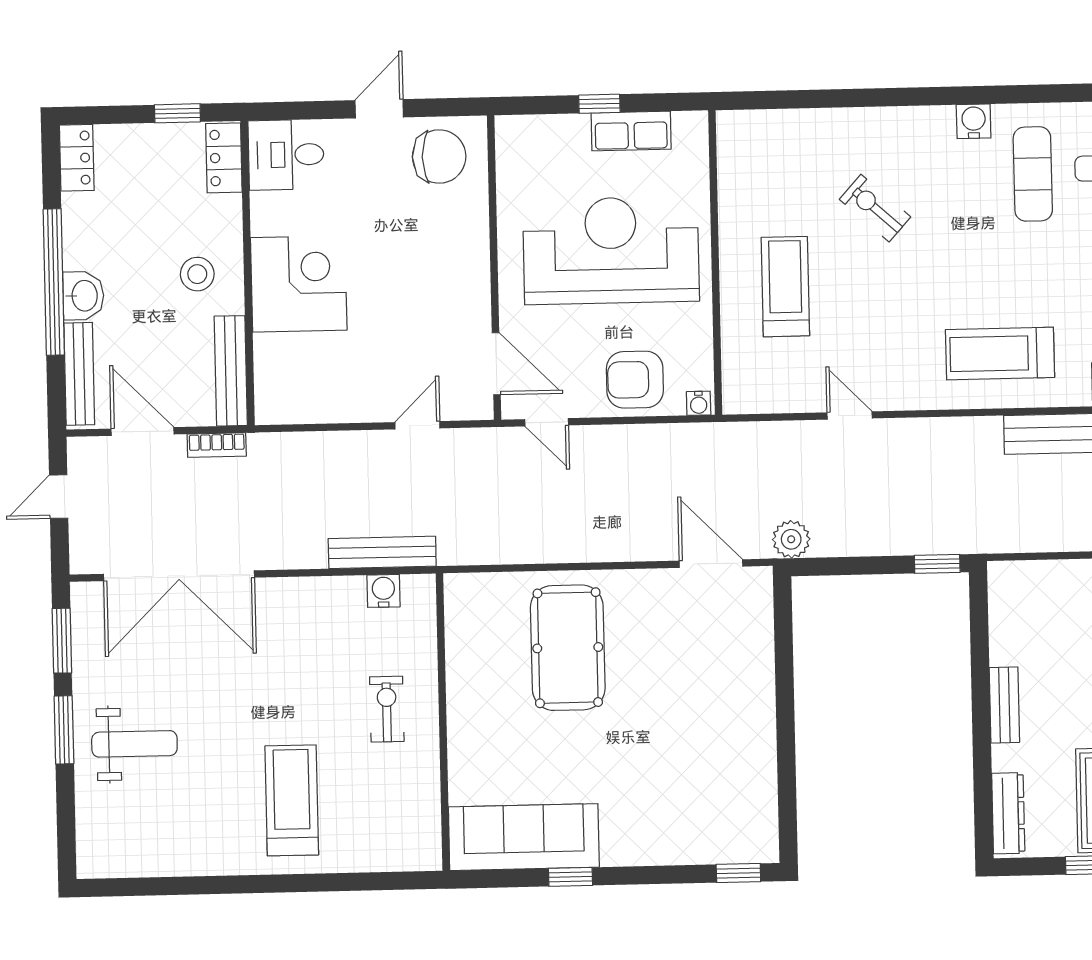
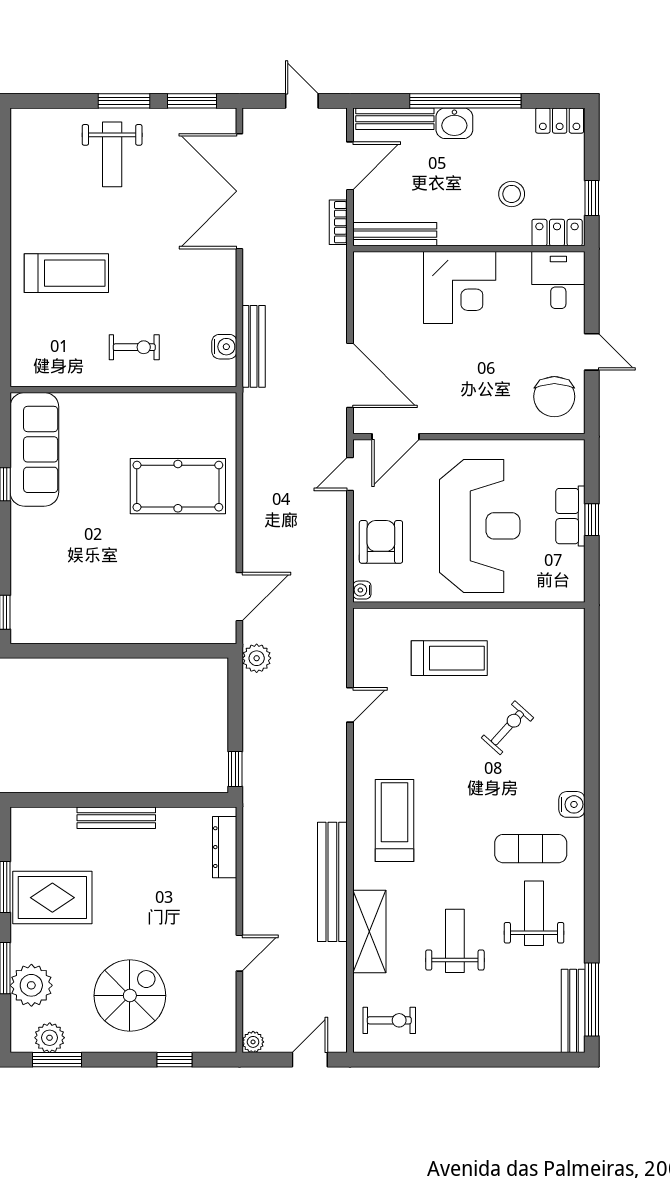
row of seats: (631, 131) -> (570, 516), moved
stool: (197, 274) -> (512, 194), moved
door: (417, 425) -> (350, 375), width x1.88
bench: (1004, 705) -> (116, 818), width x1.36
dresser: (1008, 813) -> (225, 847), moved, turned 90

